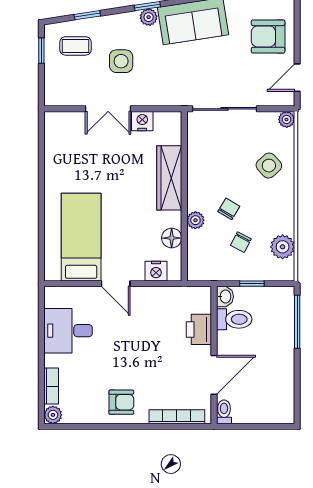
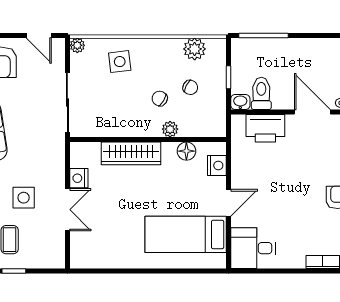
side table: (269, 166) -> (120, 62), turned 35
printer: (199, 329) -> (265, 128), width x1.37, depth x1.19
desk: (68, 331) -> (253, 248), moved, turned 90

